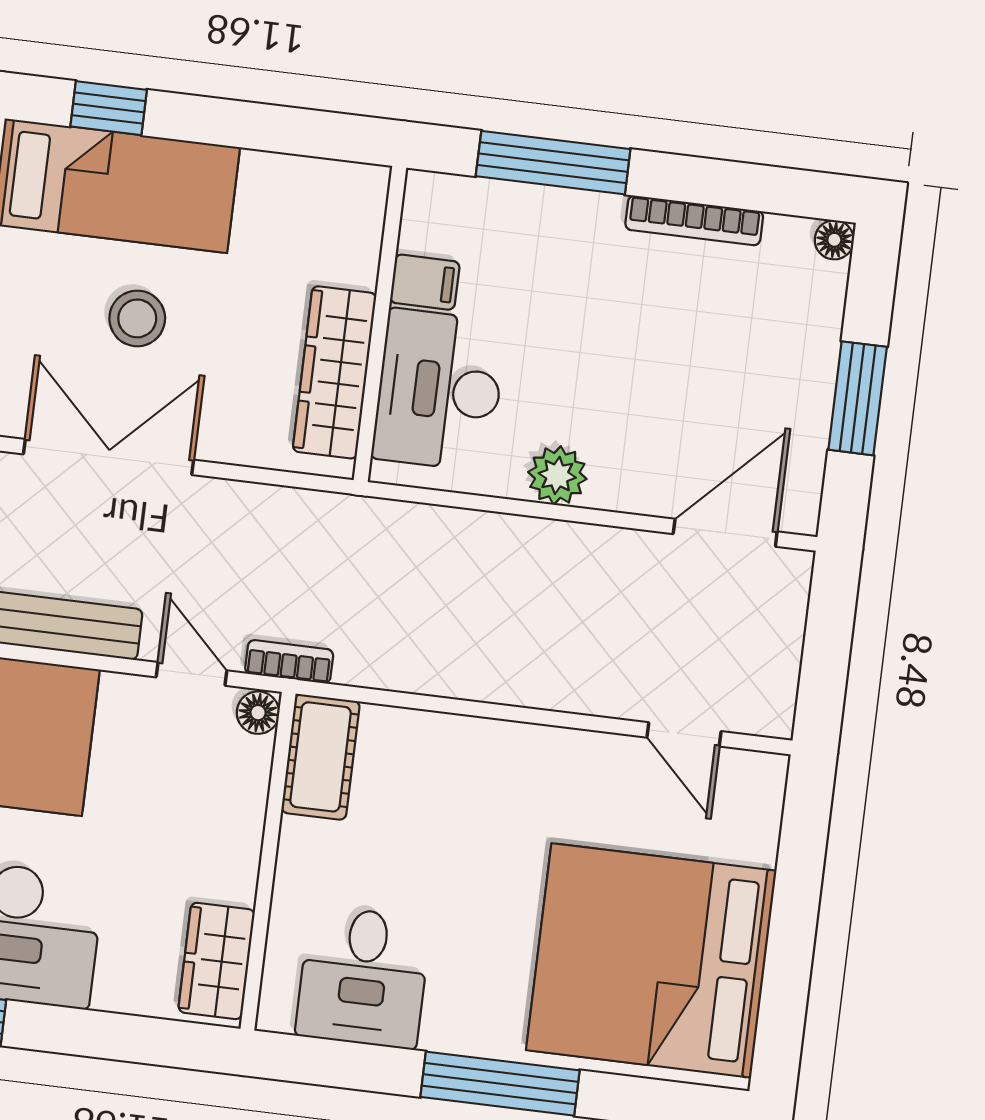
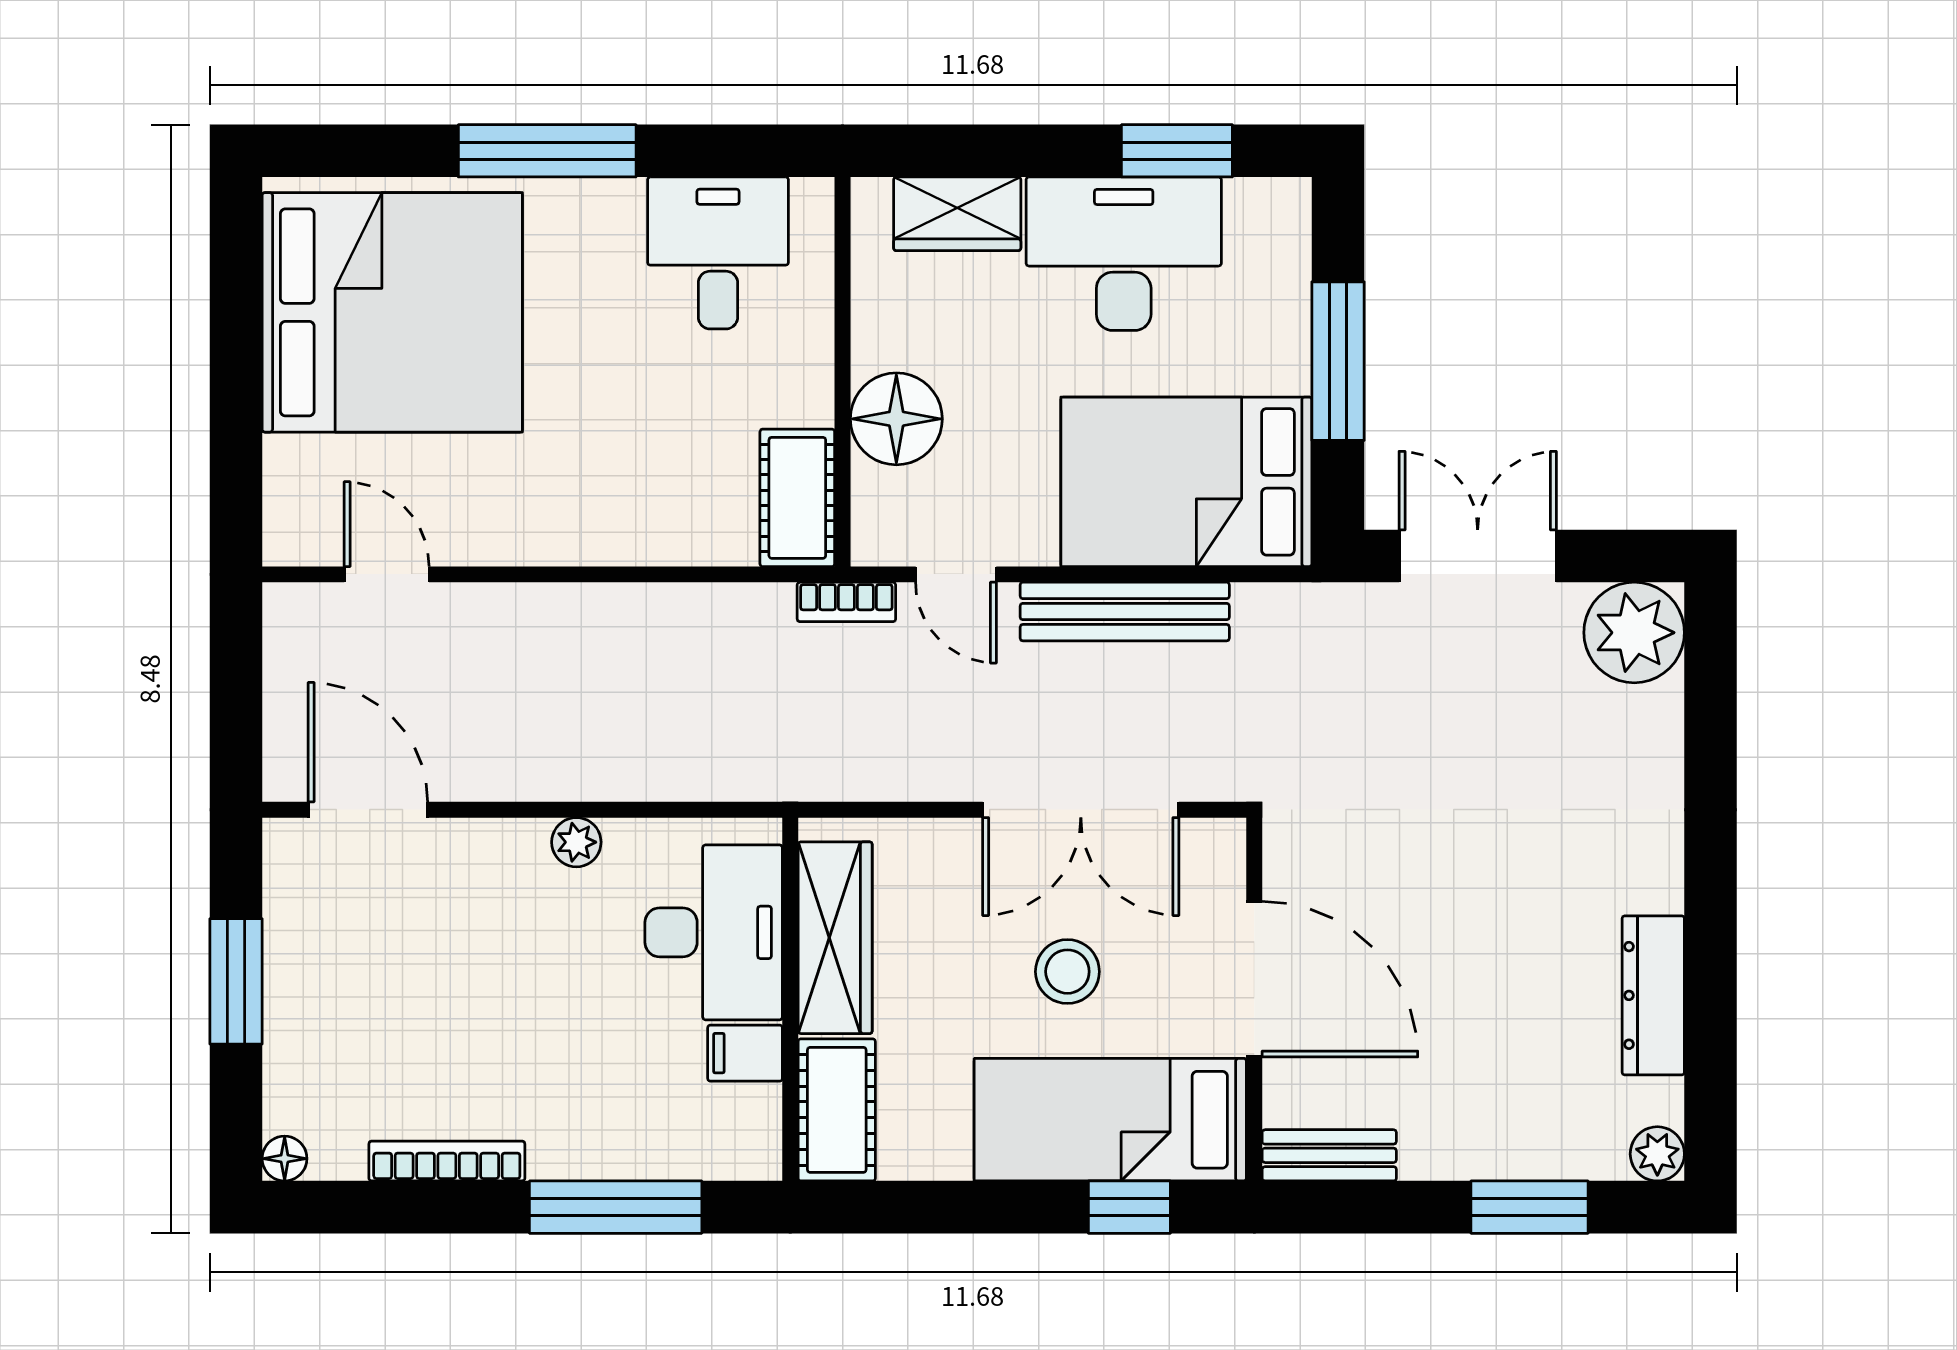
cot: (351, 223) -> (837, 1110), added
plant: (557, 475) -> (576, 842), width x0.73, depth x0.73
door: (725, 533) -> (368, 810), swing flipped
floor lamp: (258, 713) -> (896, 419), moved, width x1.89, depth x1.89
wardrobe: (217, 961) -> (957, 214), moved, turned 90

